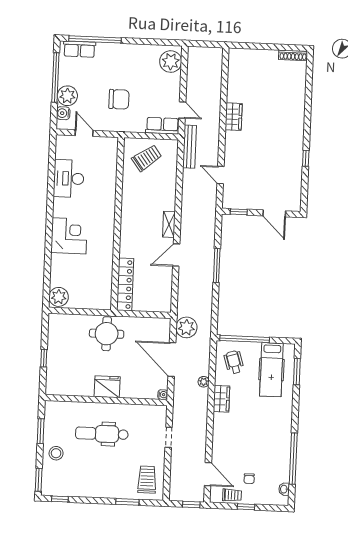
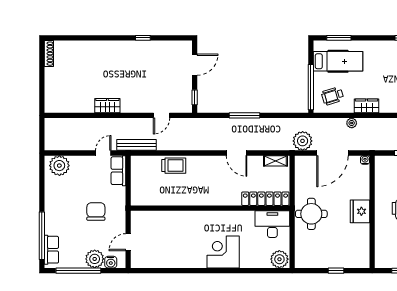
trolley: (147, 158) -> (174, 166), moved, turned 126
desk: (69, 179) -> (272, 224), moved, turned 180
shelving: (169, 224) -> (275, 161), moved

